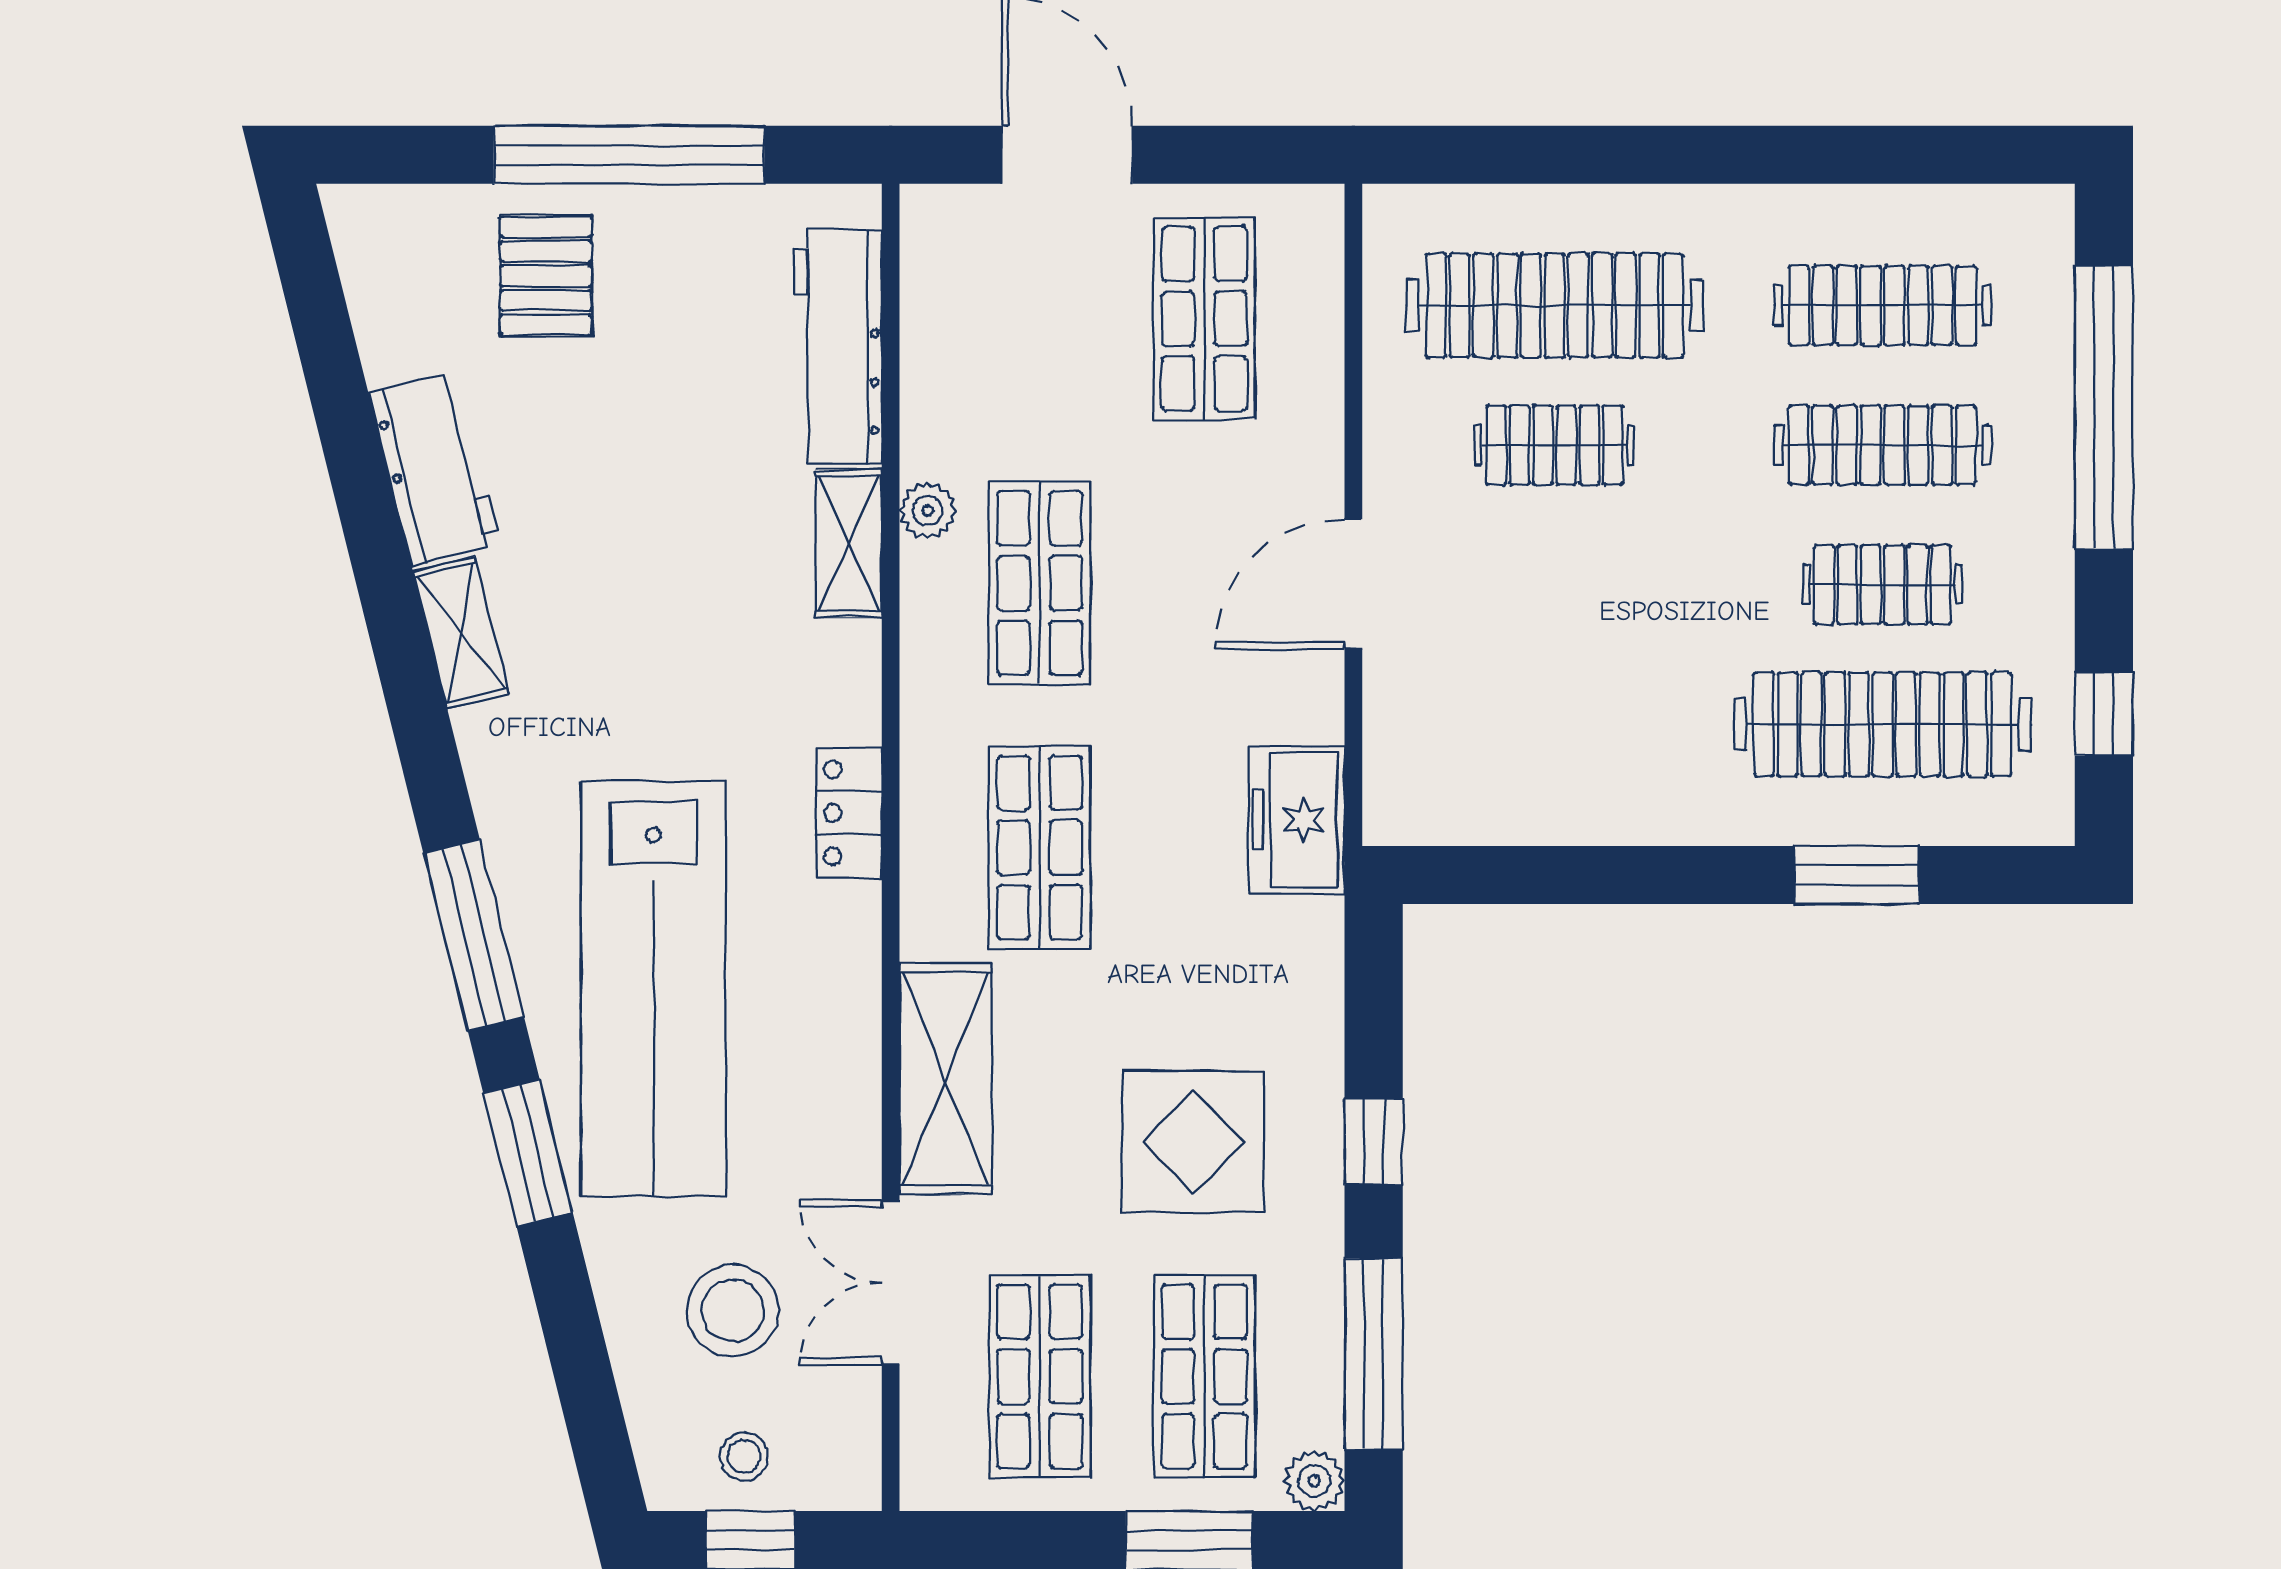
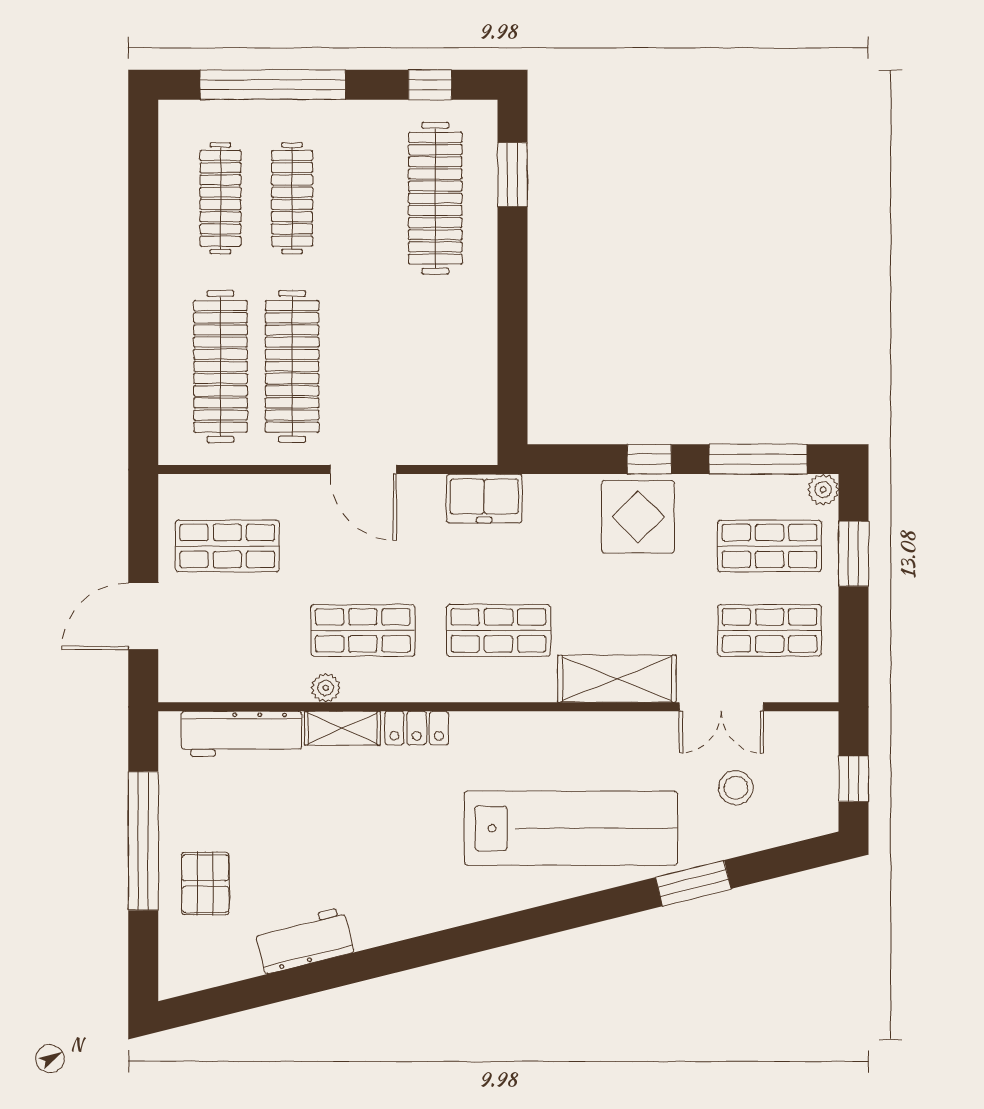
pallet: (546, 276) -> (205, 884), turned 90
clothes rail: (1555, 445) -> (292, 366), width x1.86, depth x1.31
clothes rail: (1882, 585) -> (364, 198), removed
shelving: (461, 633) -> (388, 927), removed
locker: (849, 813) -> (417, 728), moved
window: (1857, 875) -> (512, 175), moved
window: (474, 935) -> (543, 921), removed
display table: (1193, 1142) -> (638, 517), moved
window: (528, 1153) -> (693, 883), moved
stool: (733, 1311) -> (736, 788), width x0.73, depth x0.73
stool: (744, 1457) -> (811, 782), removed

